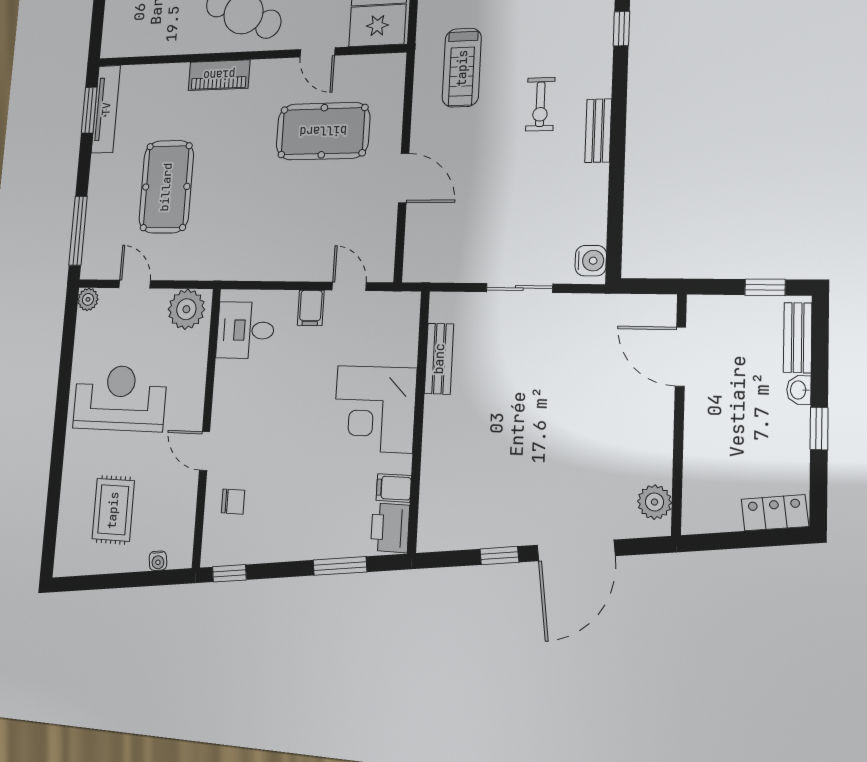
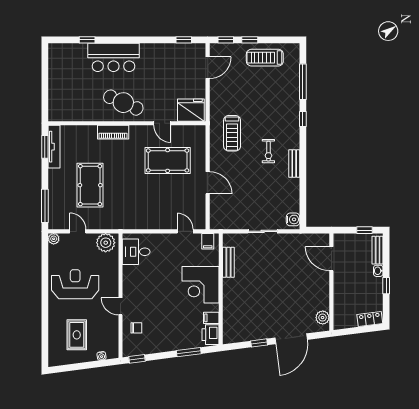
filing cabinet: (311, 308) -> (208, 241), moved

